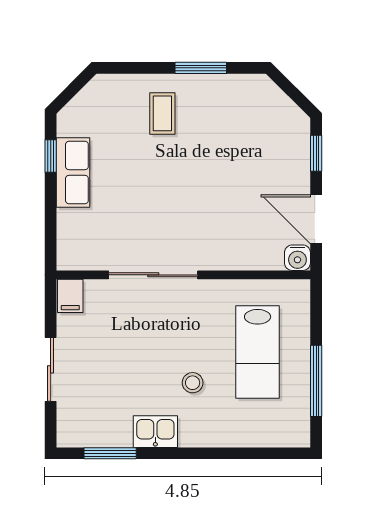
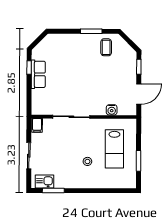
coffee table: (162, 113) -> (106, 47), moved
door: (316, 219) -> (139, 94), swing flipped
water cooler: (297, 258) -> (112, 110), moved
window: (316, 381) -> (139, 161), width x0.69
kitchen sink: (155, 432) -> (44, 181), moved

